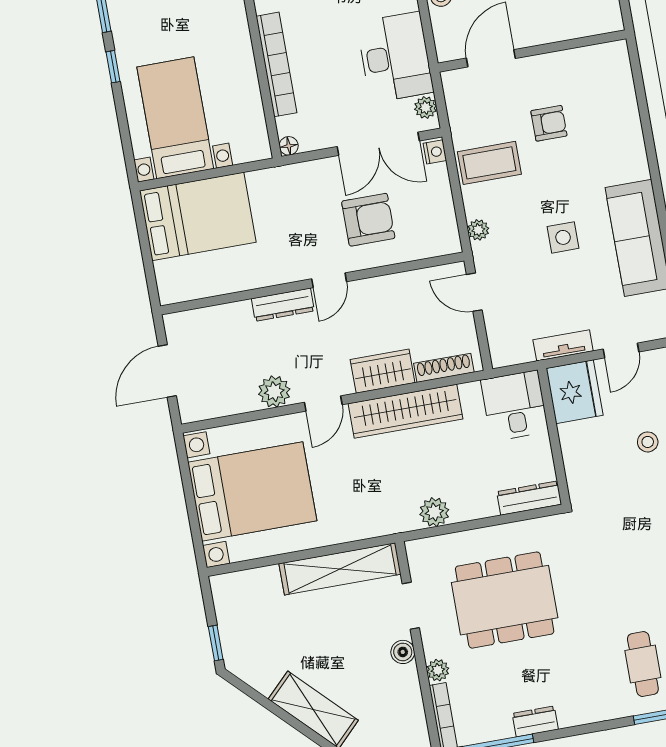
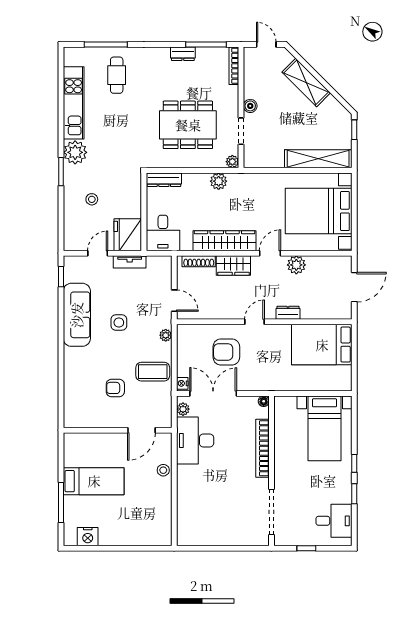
bed: (198, 216) -> (322, 345), moved
dresser: (283, 305) -> (288, 313), width x0.70
shelving: (340, 569) -> (318, 159), moved
plant: (438, 670) -> (232, 162), moved

